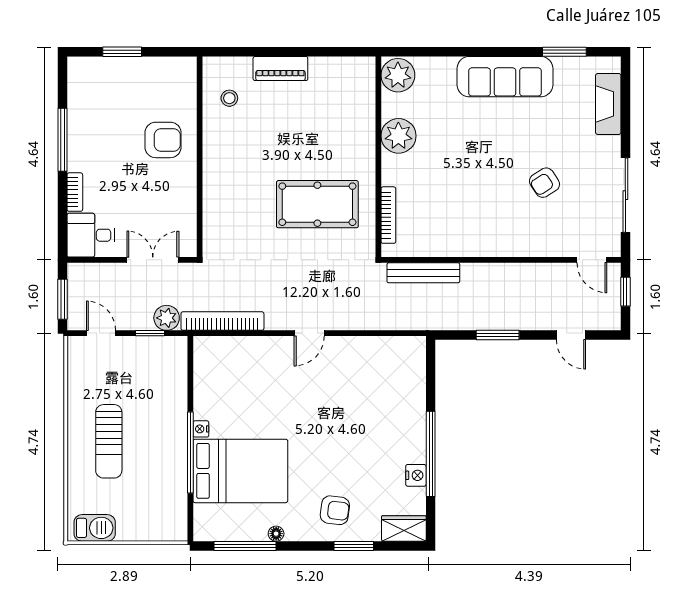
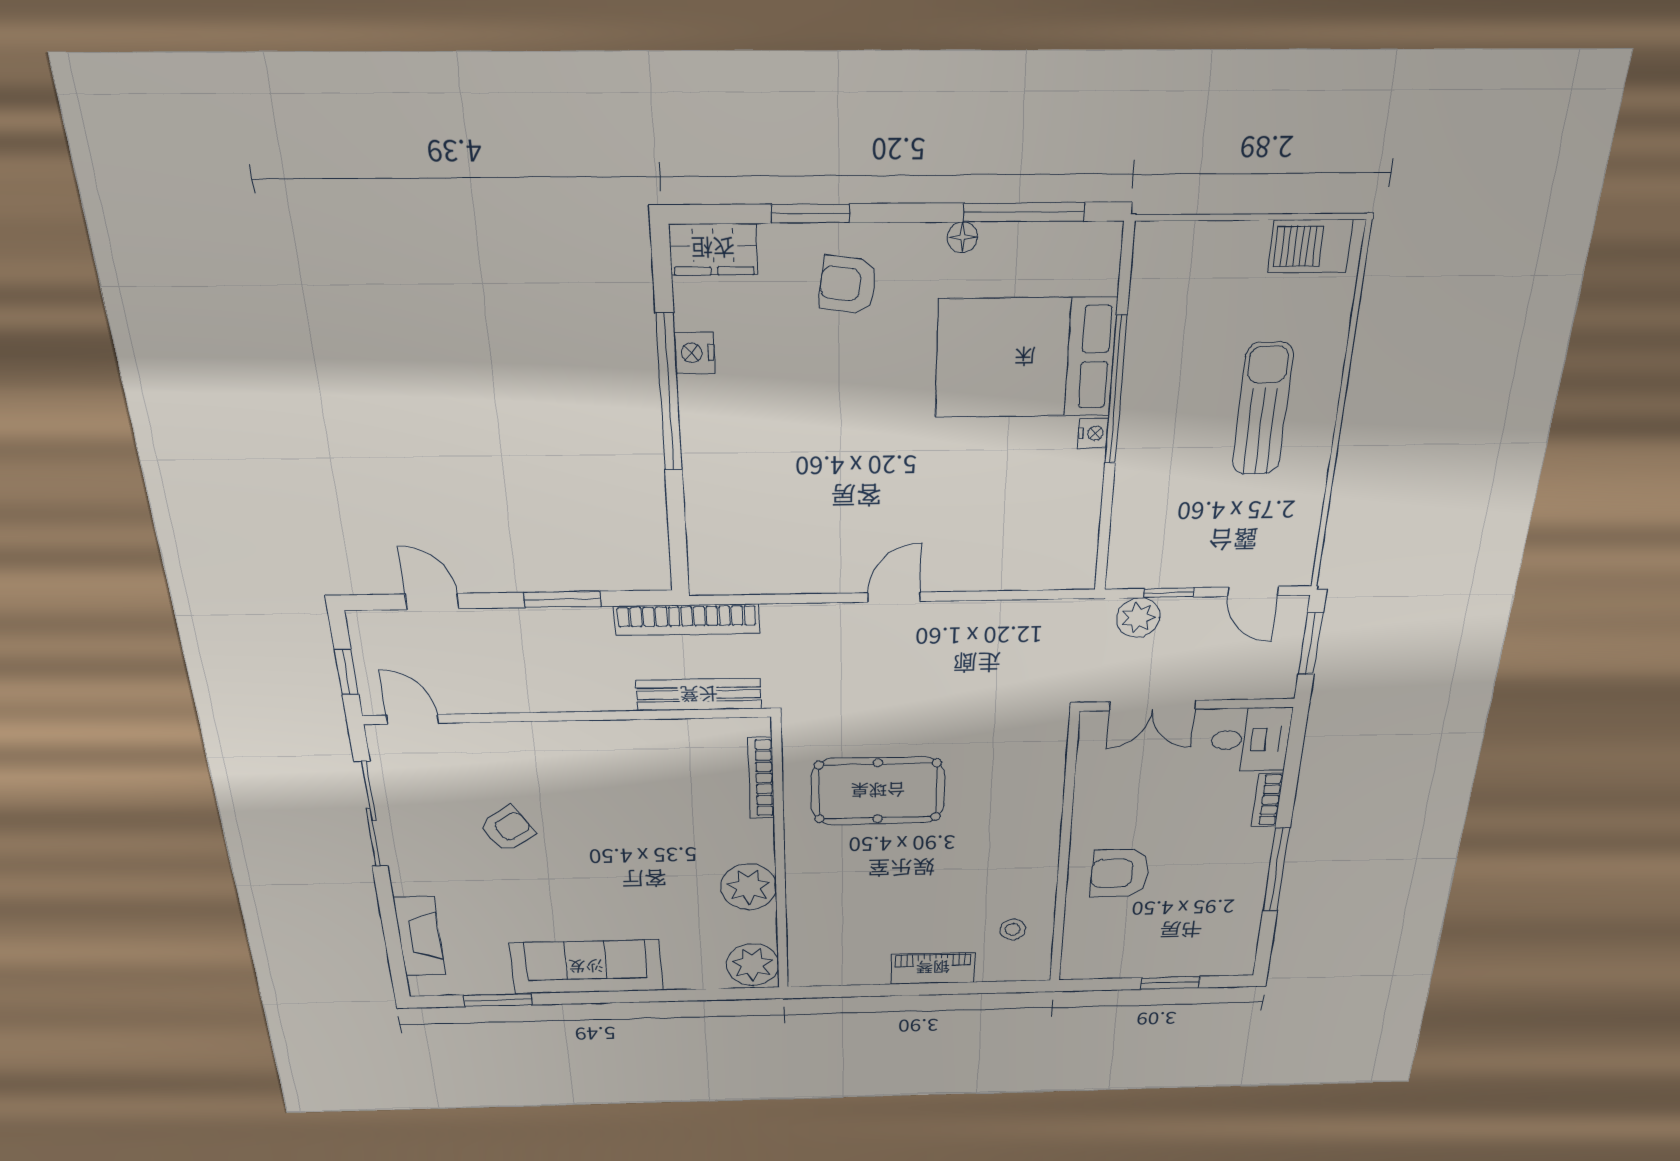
bookcase: (222, 321) -> (687, 620), moved

